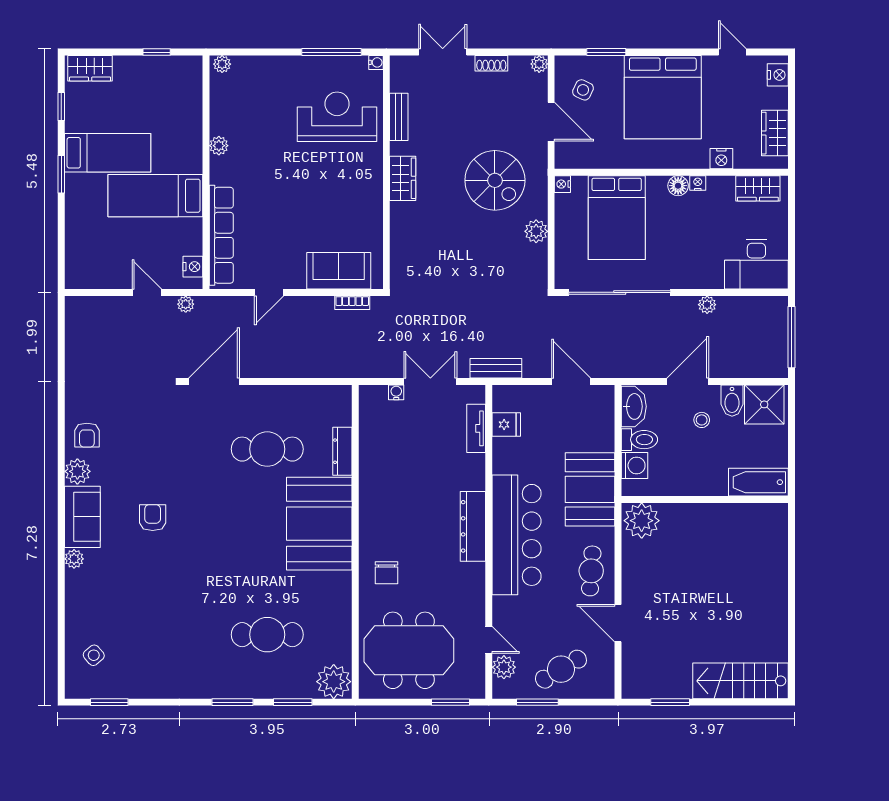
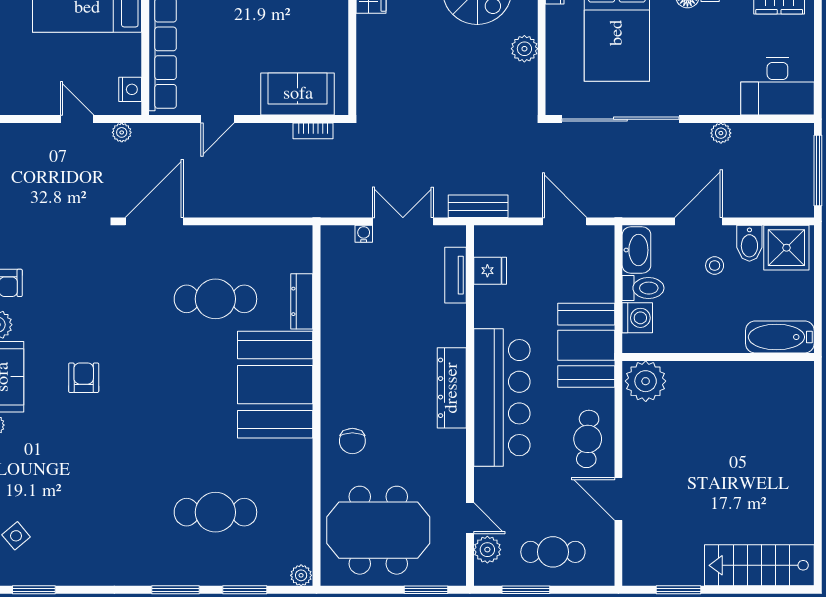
cafe table: (561, 669) -> (553, 552), turned 31
plant: (334, 682) -> (301, 575), width x0.53, depth x0.53

